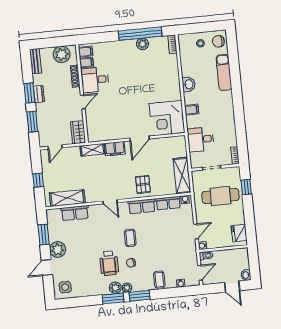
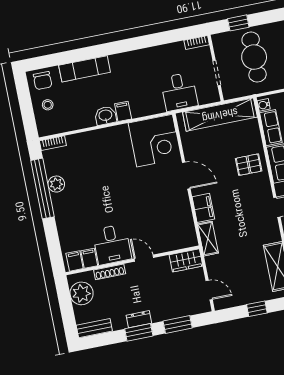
filing cabinet: (192, 110) -> (123, 111), moved
shelving: (182, 176) -> (220, 115), width x1.47

